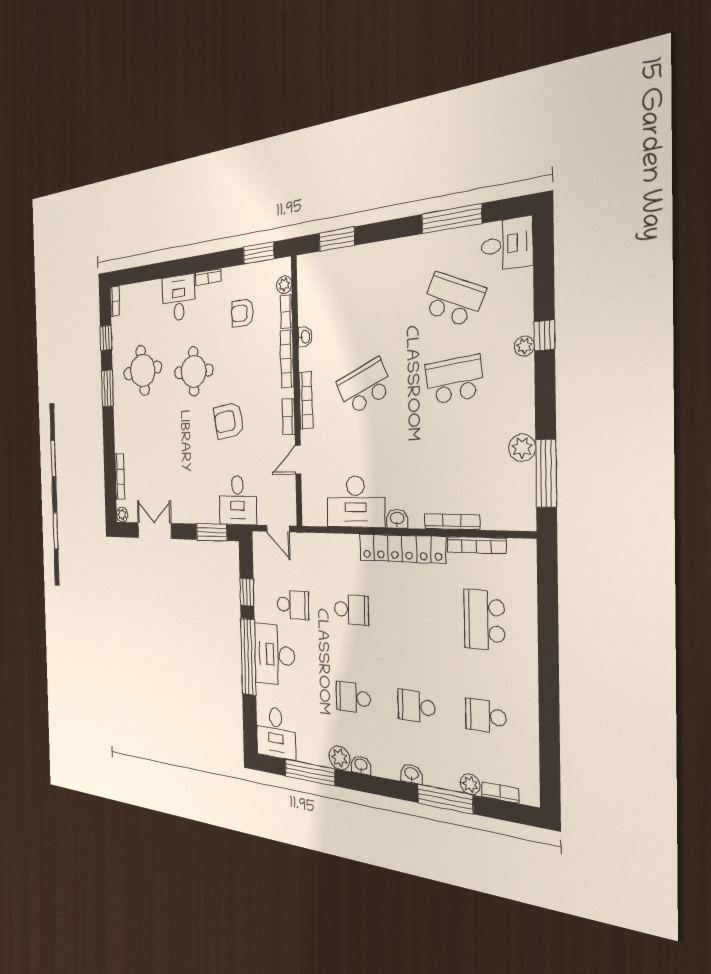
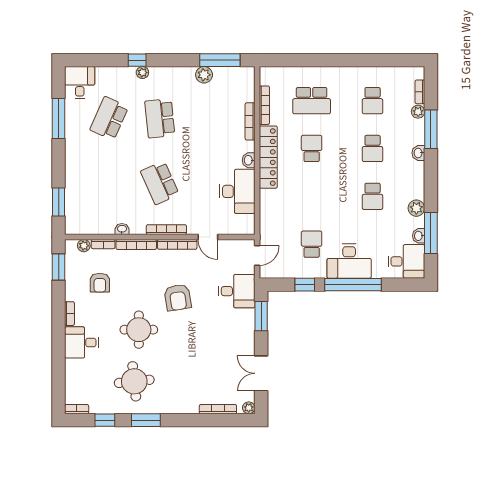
bookcase: (288, 417) -> (177, 244), width x1.56
school desk: (351, 610) -> (312, 148), moved
washbasin: (361, 765) -> (419, 236), moved

